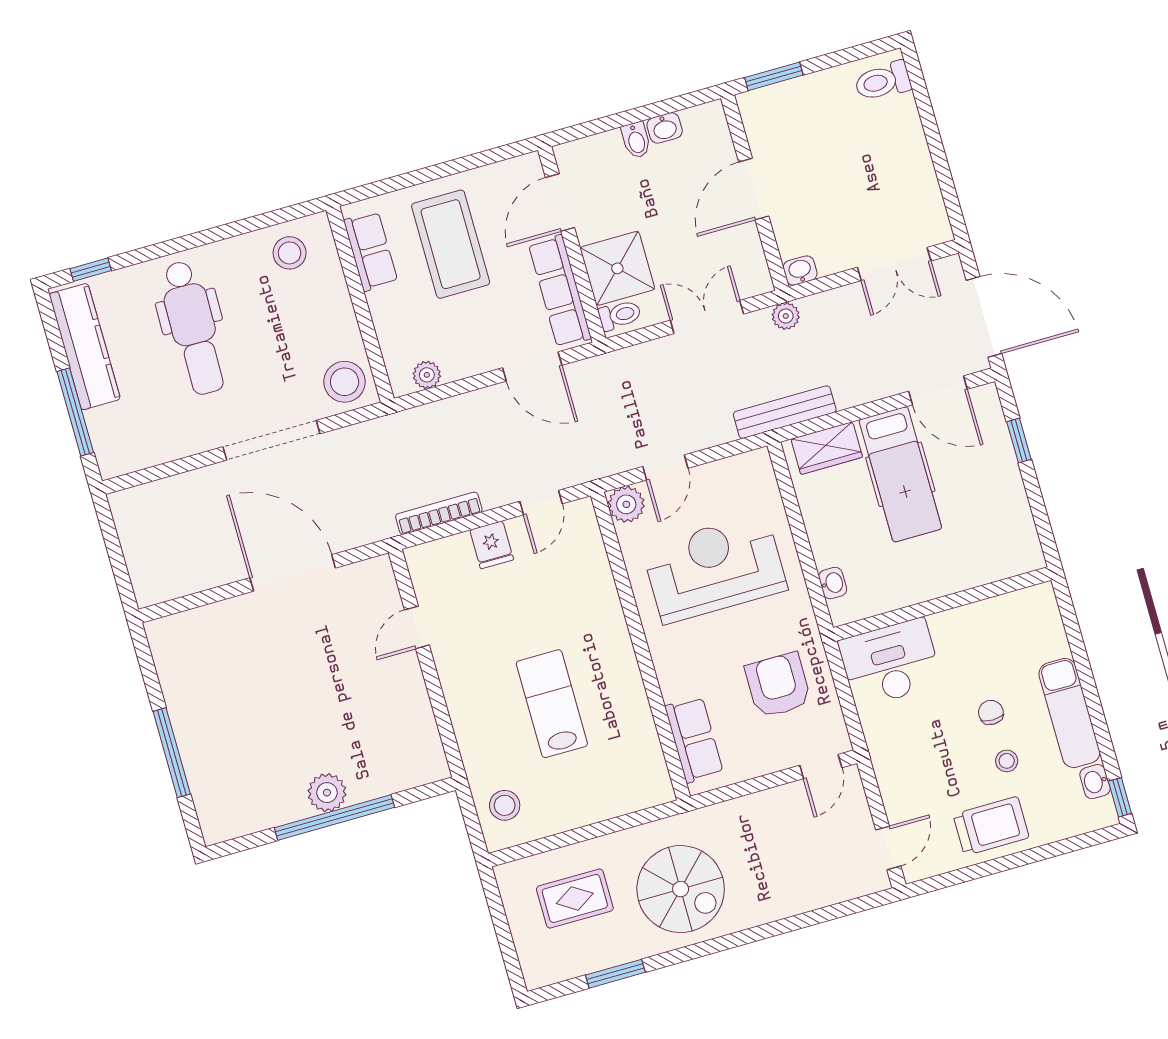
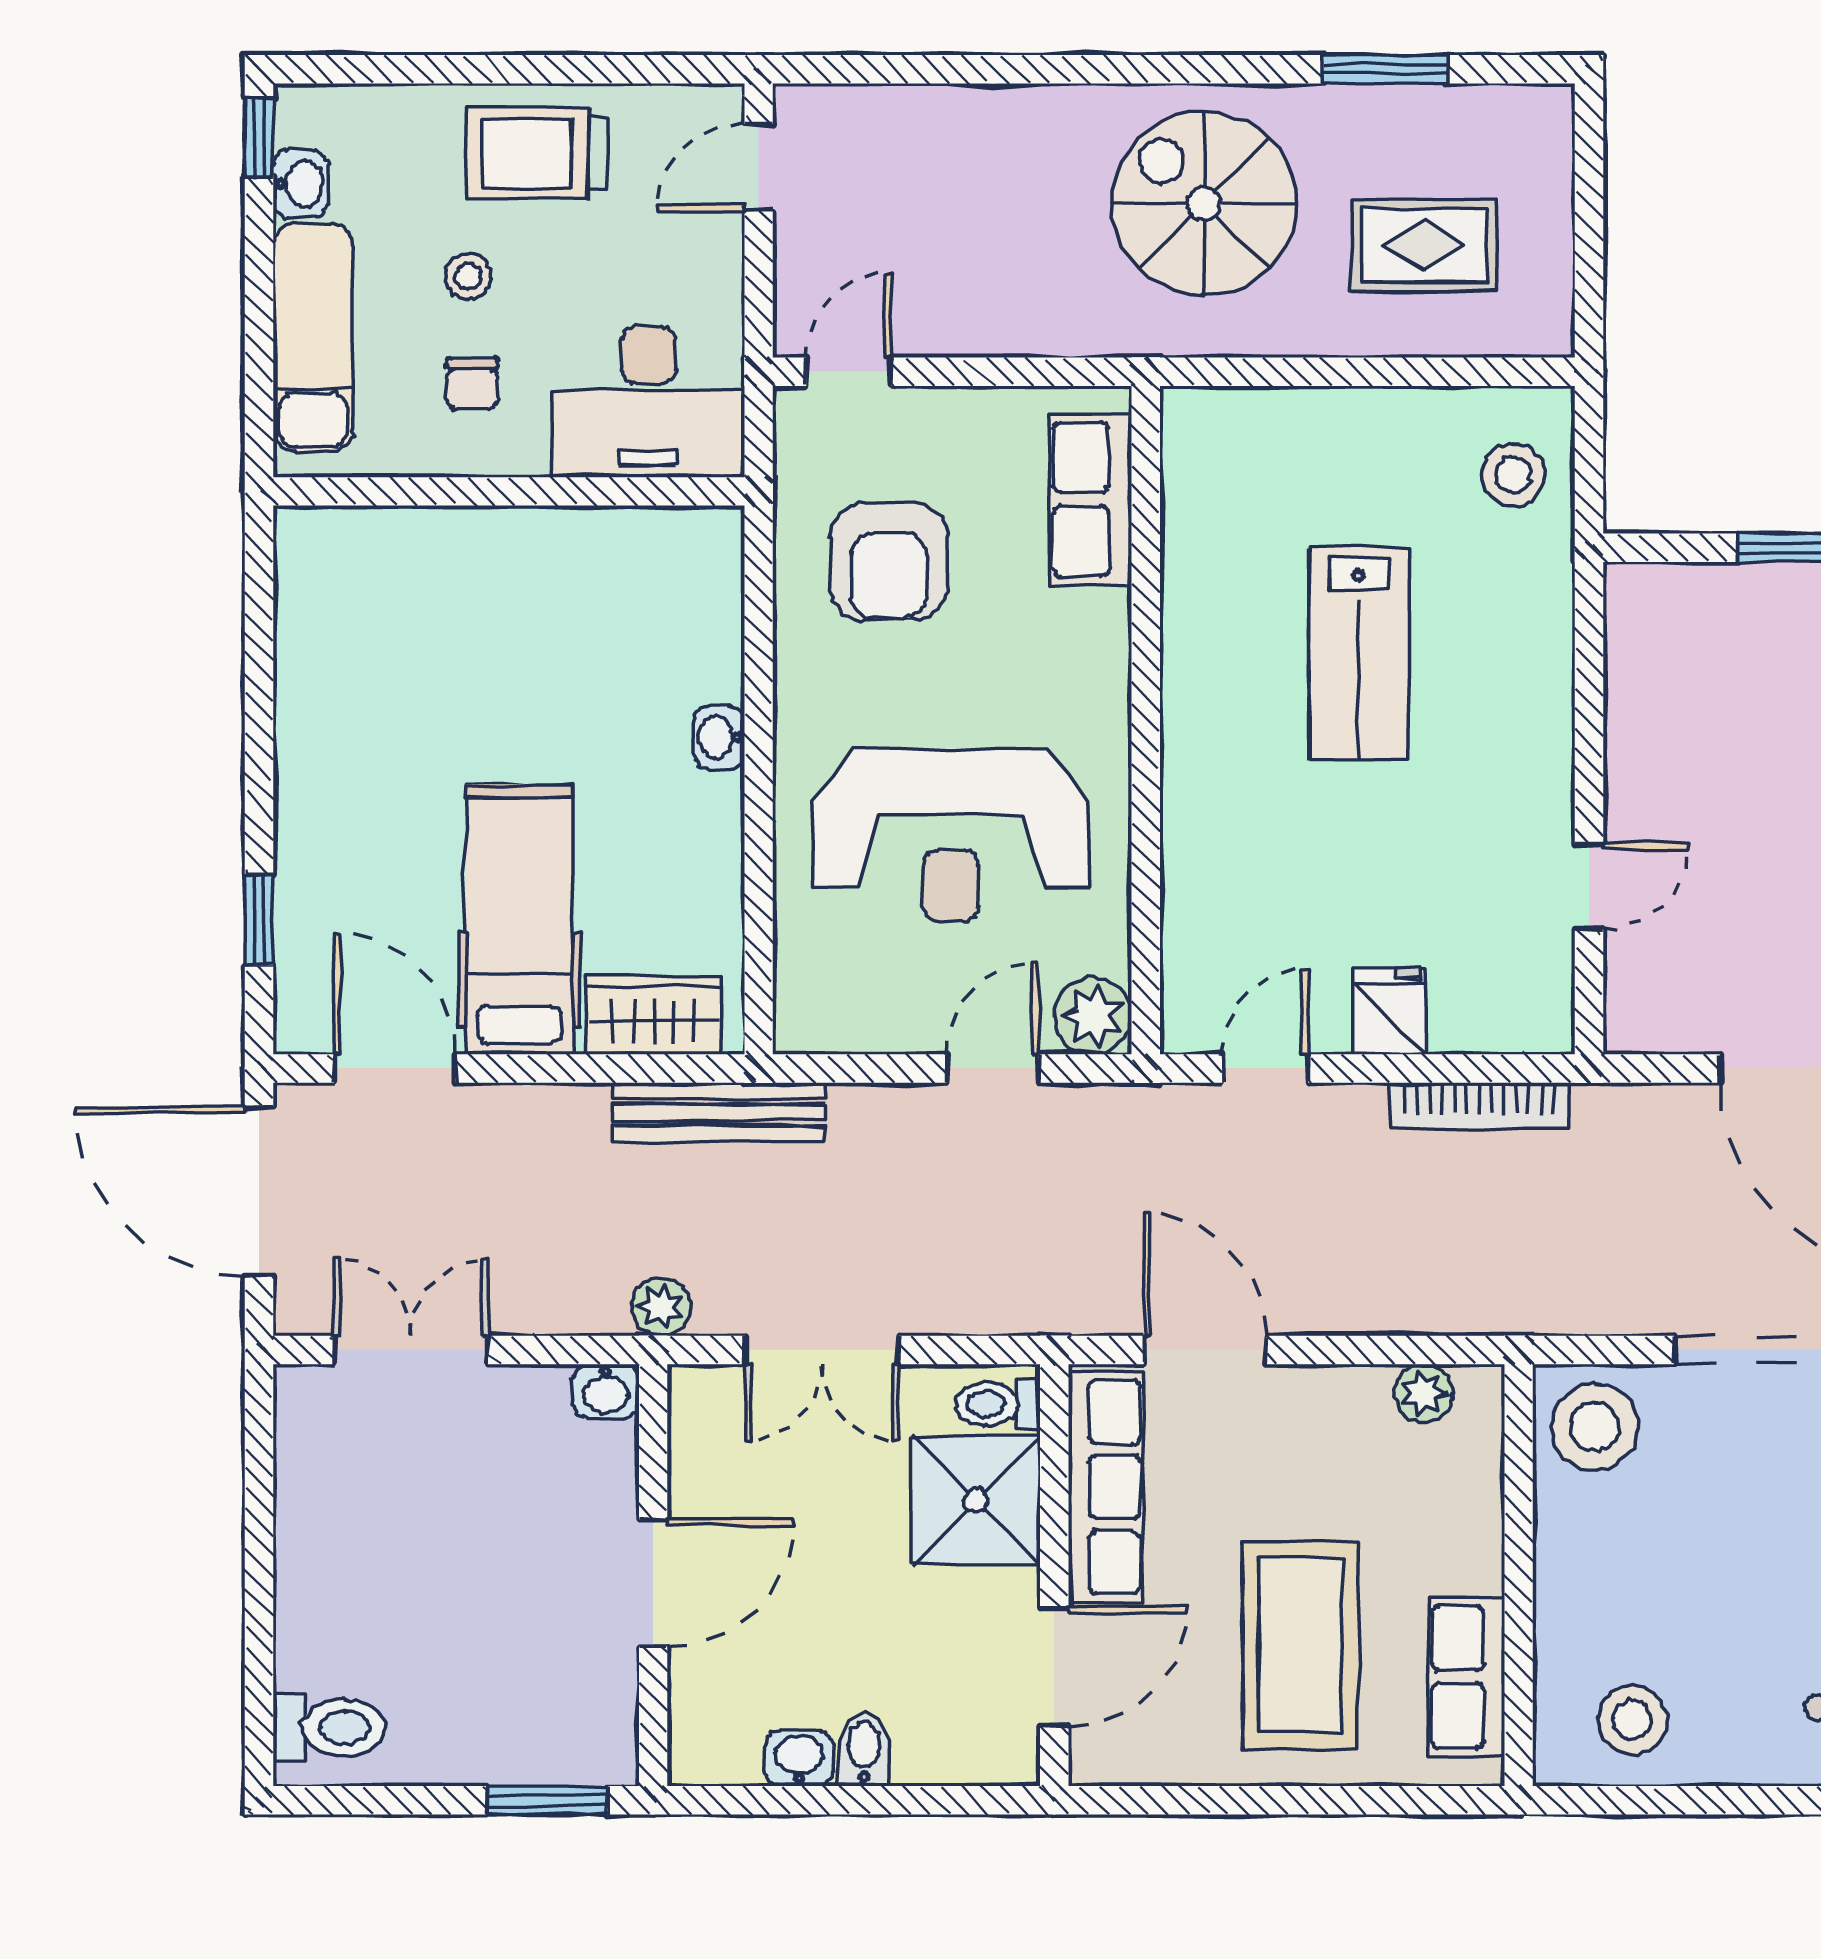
wall: (942, 604) -> (509, 491), moved
desk: (890, 663) -> (648, 402), moved

